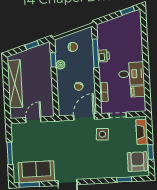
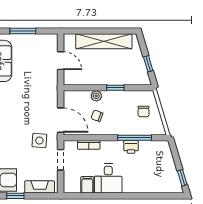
window: (53, 60) -> (115, 88), moved
plant: (61, 65) -> (96, 96), moved

